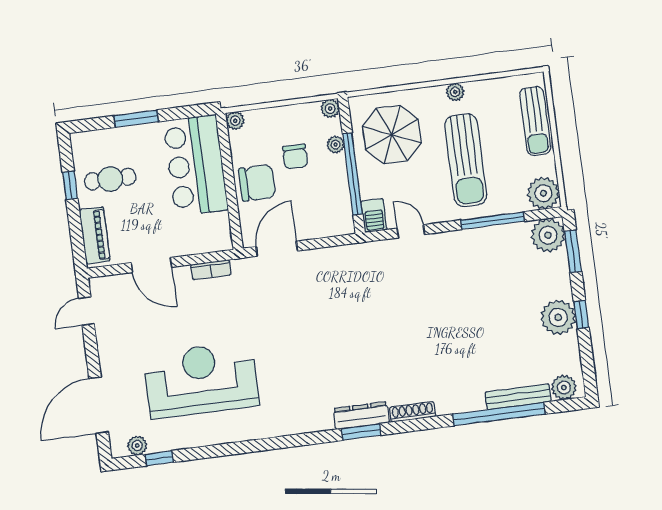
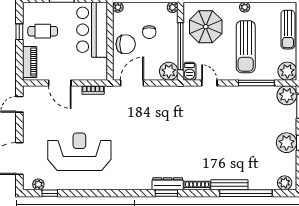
plant: (336, 145) -> (169, 71), moved, width x1.87, depth x1.87
bench: (518, 397) -> (229, 185), moved

